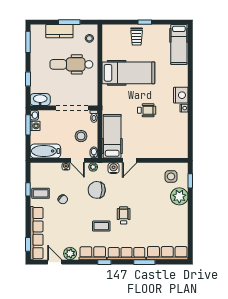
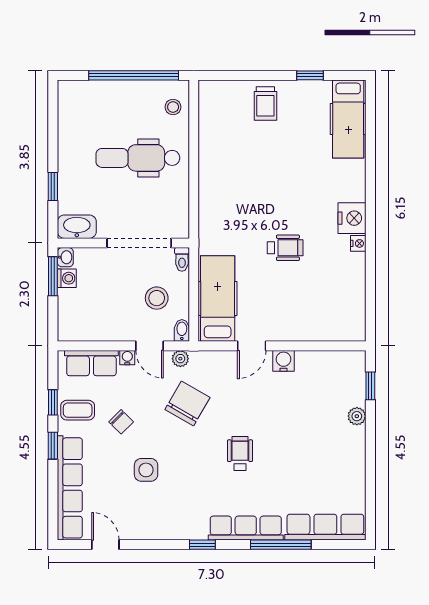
window: (69, 22) -> (134, 75), width x2.11
window: (145, 22) -> (310, 75), moved
kitchen counter: (59, 31) -> (114, 93), removed
window: (28, 42) -> (53, 114), removed
hospital bed: (128, 73) -> (249, 174), removed
bathtub: (45, 151) -> (87, 327), removed
water cooler: (114, 168) -> (284, 361), moved
side table: (171, 176) -> (146, 470), moved
chair: (97, 190) -> (187, 403), turned 117
plant: (179, 196) -> (357, 416), width x0.53, depth x0.53
coffee table: (101, 226) -> (196, 474), removed
window: (28, 244) -> (53, 446), moved
row of seats: (93, 253) -> (91, 363), moved, turned 180
plant: (70, 254) -> (135, 528), removed
window: (144, 262) -> (281, 545), width x1.44

